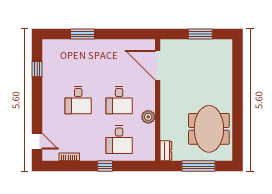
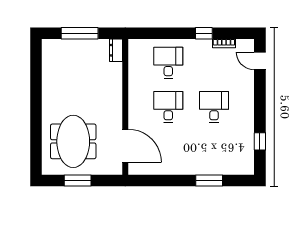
plant: (148, 117) -> (136, 88), removed
meeting table: (209, 129) -> (73, 141), moved
window: (105, 166) -> (204, 33), moved

